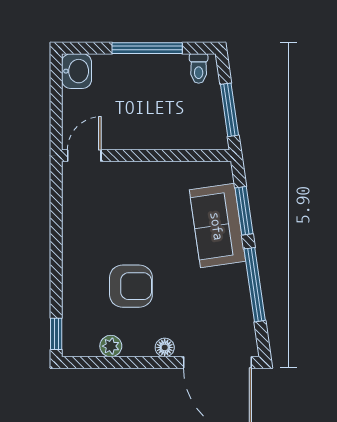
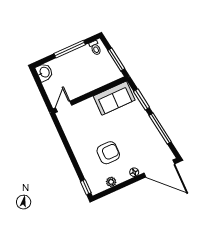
sofa: (217, 226) -> (114, 98), moved, turned -82

